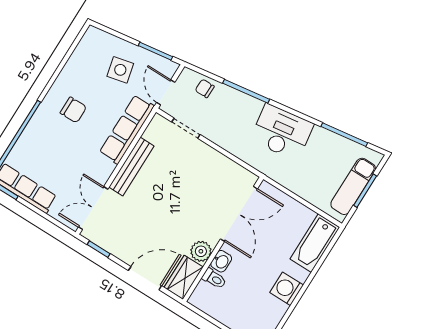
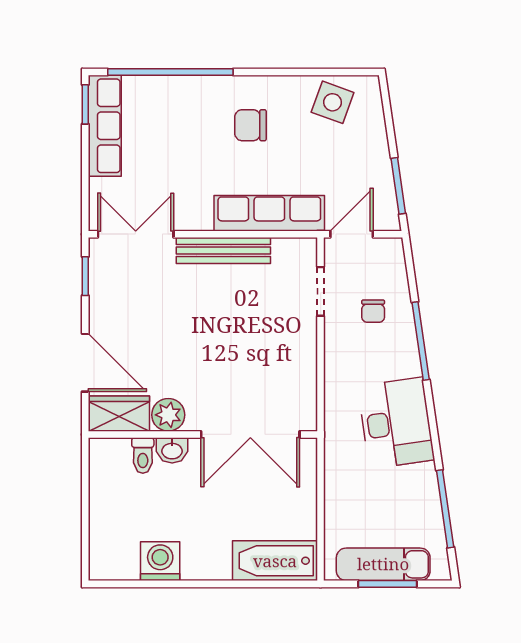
side table: (120, 70) -> (333, 102), moved, turned 33
chair: (205, 88) -> (373, 311), moved, turned 180
chair: (73, 110) -> (250, 125), turned 90
washing machine: (287, 289) -> (160, 561), moved

